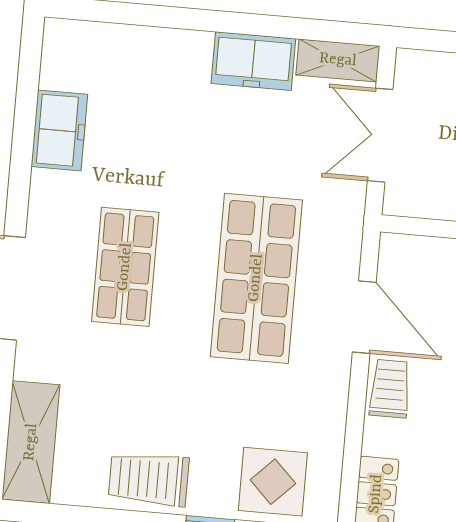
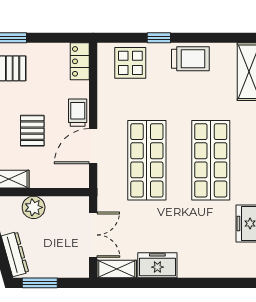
shop shelf: (125, 267) -> (211, 160), width x1.43, depth x1.36
door: (364, 317) -> (93, 146), hinge flipped
trolley: (390, 389) -> (78, 113), turned 180

